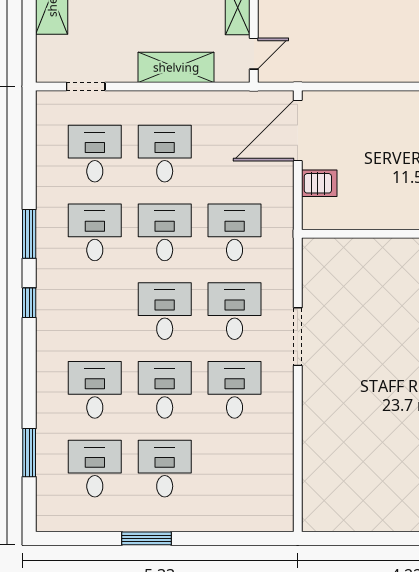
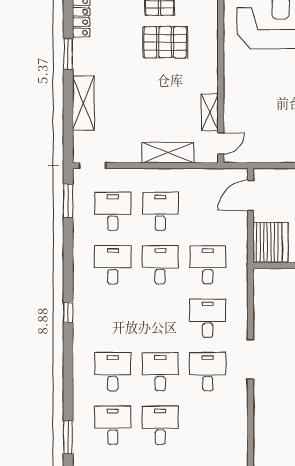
doorway: (86, 86) -> (92, 166), moved
door: (298, 130) -> (251, 196), width x0.73
server rack: (319, 183) -> (271, 242), width x2.18, depth x1.44
window: (29, 234) -> (68, 201), moved
desk: (165, 311) -> (160, 318), removed
doorway: (298, 337) -> (251, 359), moved
window: (29, 453) -> (68, 437), moved

